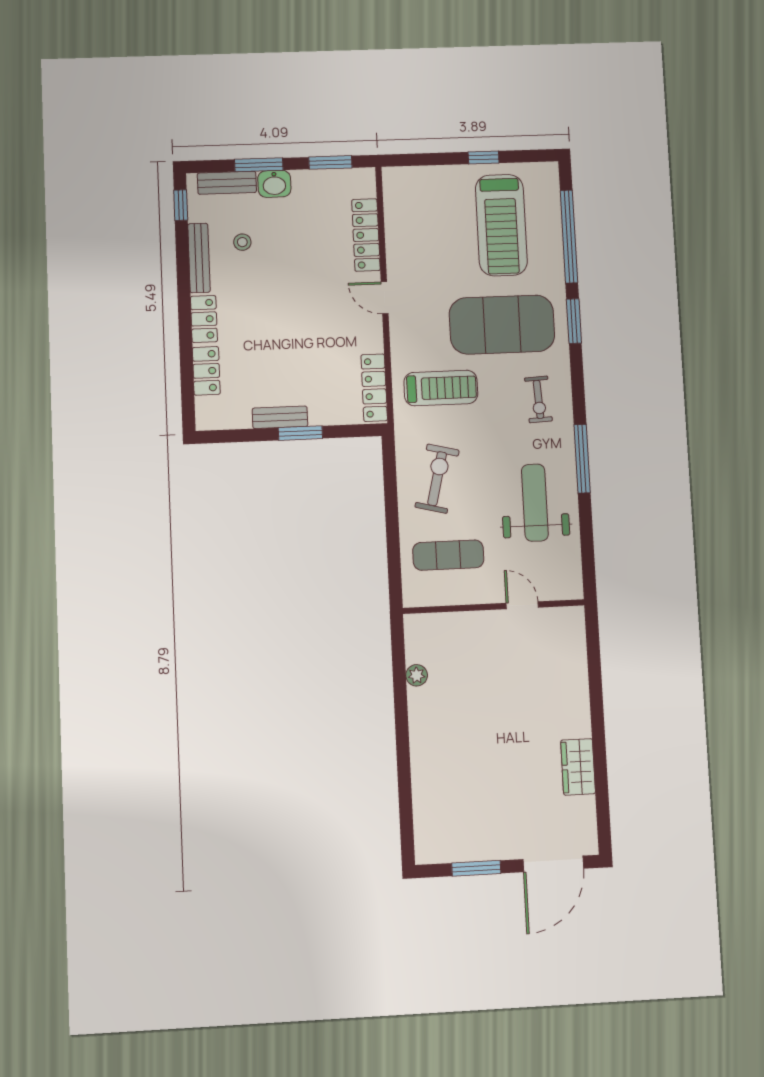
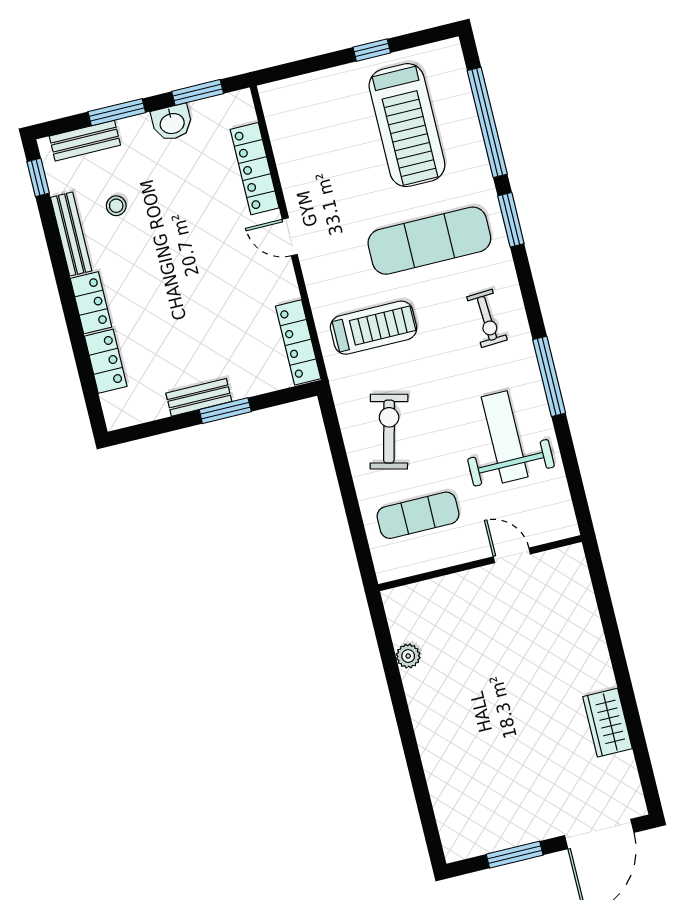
washbasin: (274, 184) -> (172, 123), moved
exercise mat: (502, 325) -> (429, 241), width x0.68

